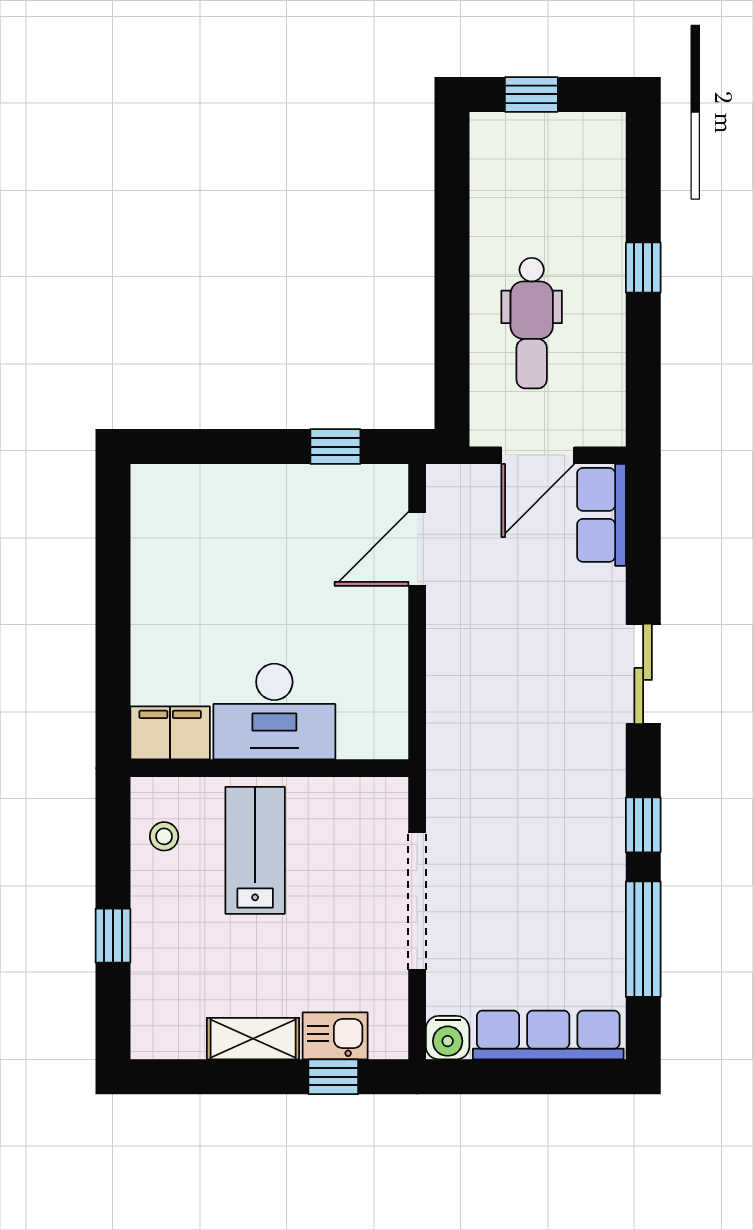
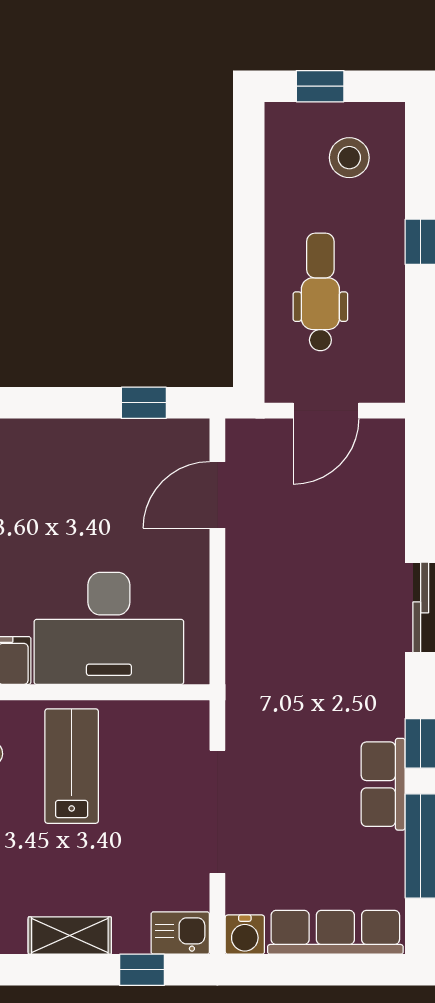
stool: (564, 174) -> (349, 158), added
dental chair: (532, 323) -> (320, 292), turned 180
row of seats: (601, 515) -> (383, 784), moved
desk: (274, 712) -> (109, 628), width x1.36, depth x1.30
kitchen sink: (335, 1036) -> (180, 933), moved

